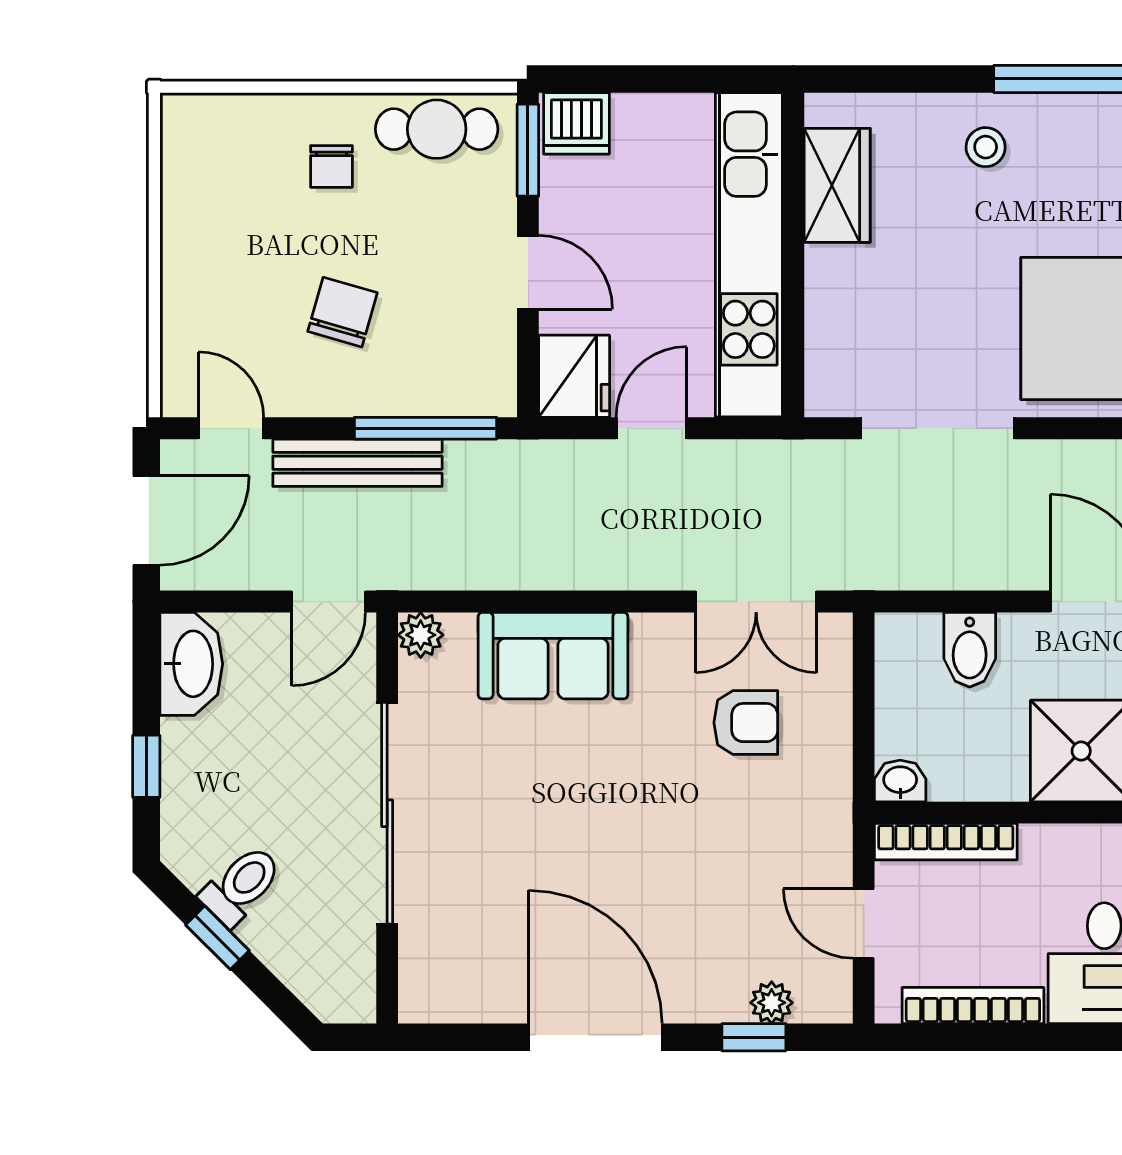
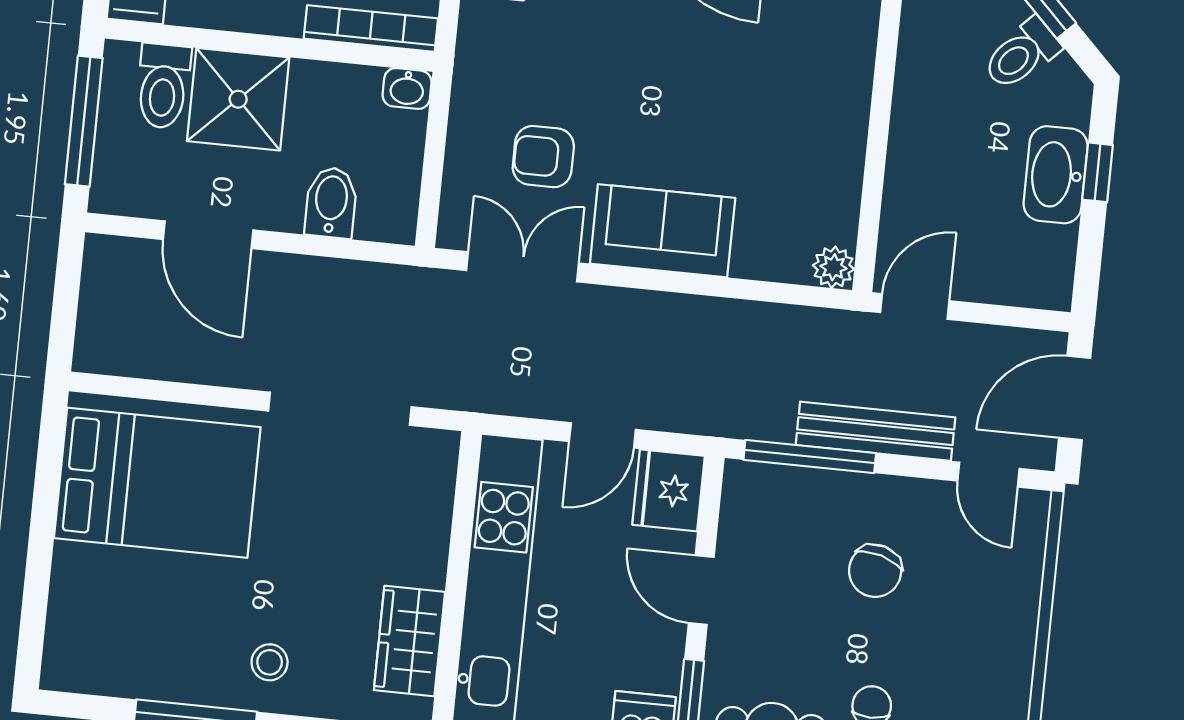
sofa: (553, 656) -> (663, 231), moved
washbasin: (191, 664) -> (1056, 175), moved
sliding door: (387, 813) -> (881, 107), removed

